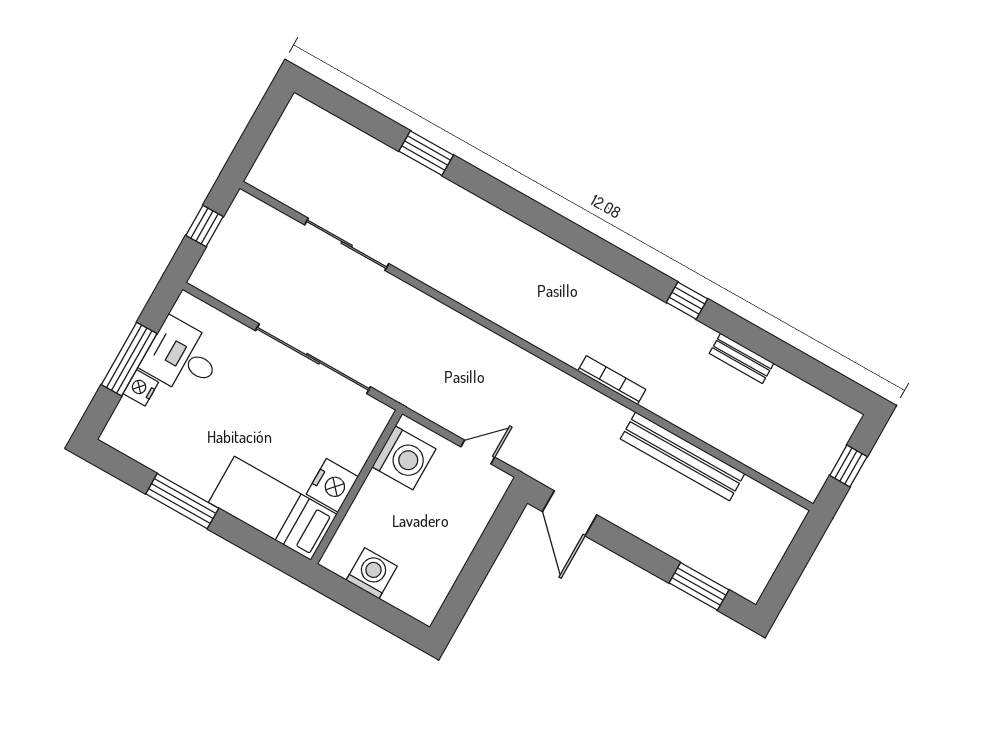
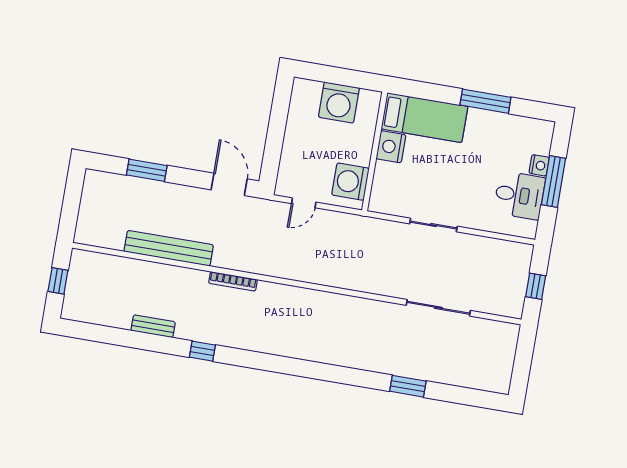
sliding door: (313, 359) -> (433, 225), width x0.54
washing machine: (372, 573) -> (339, 103), width x1.37, depth x1.37
window: (699, 586) -> (147, 170), moved

